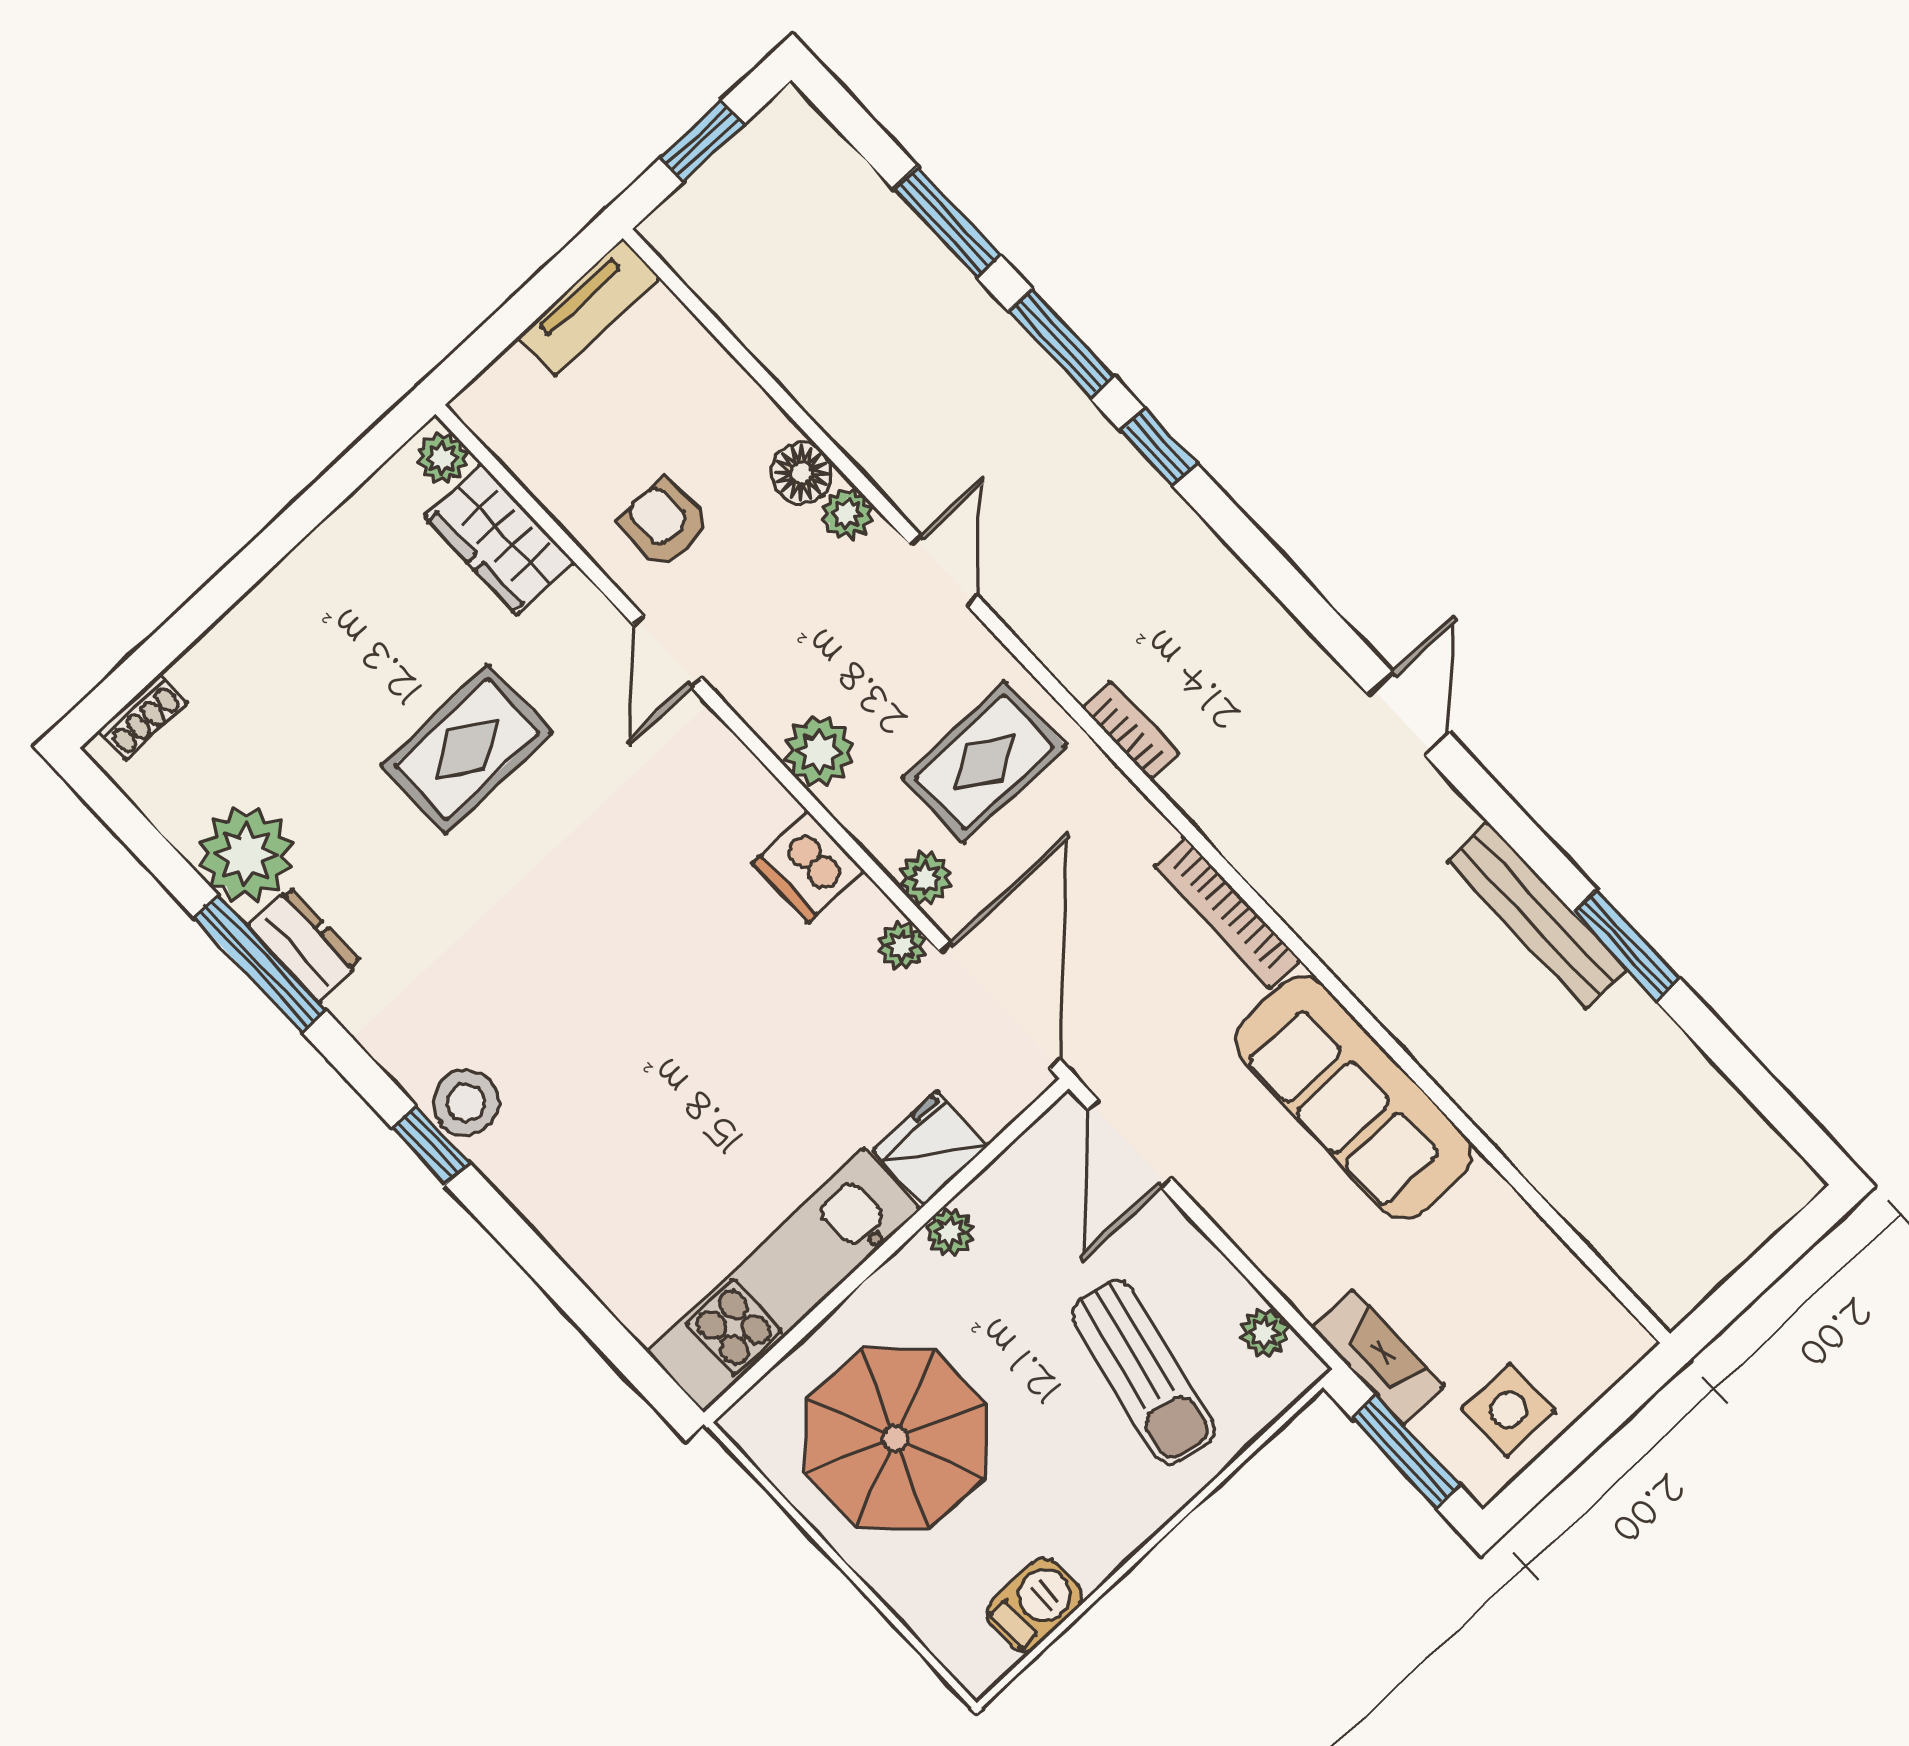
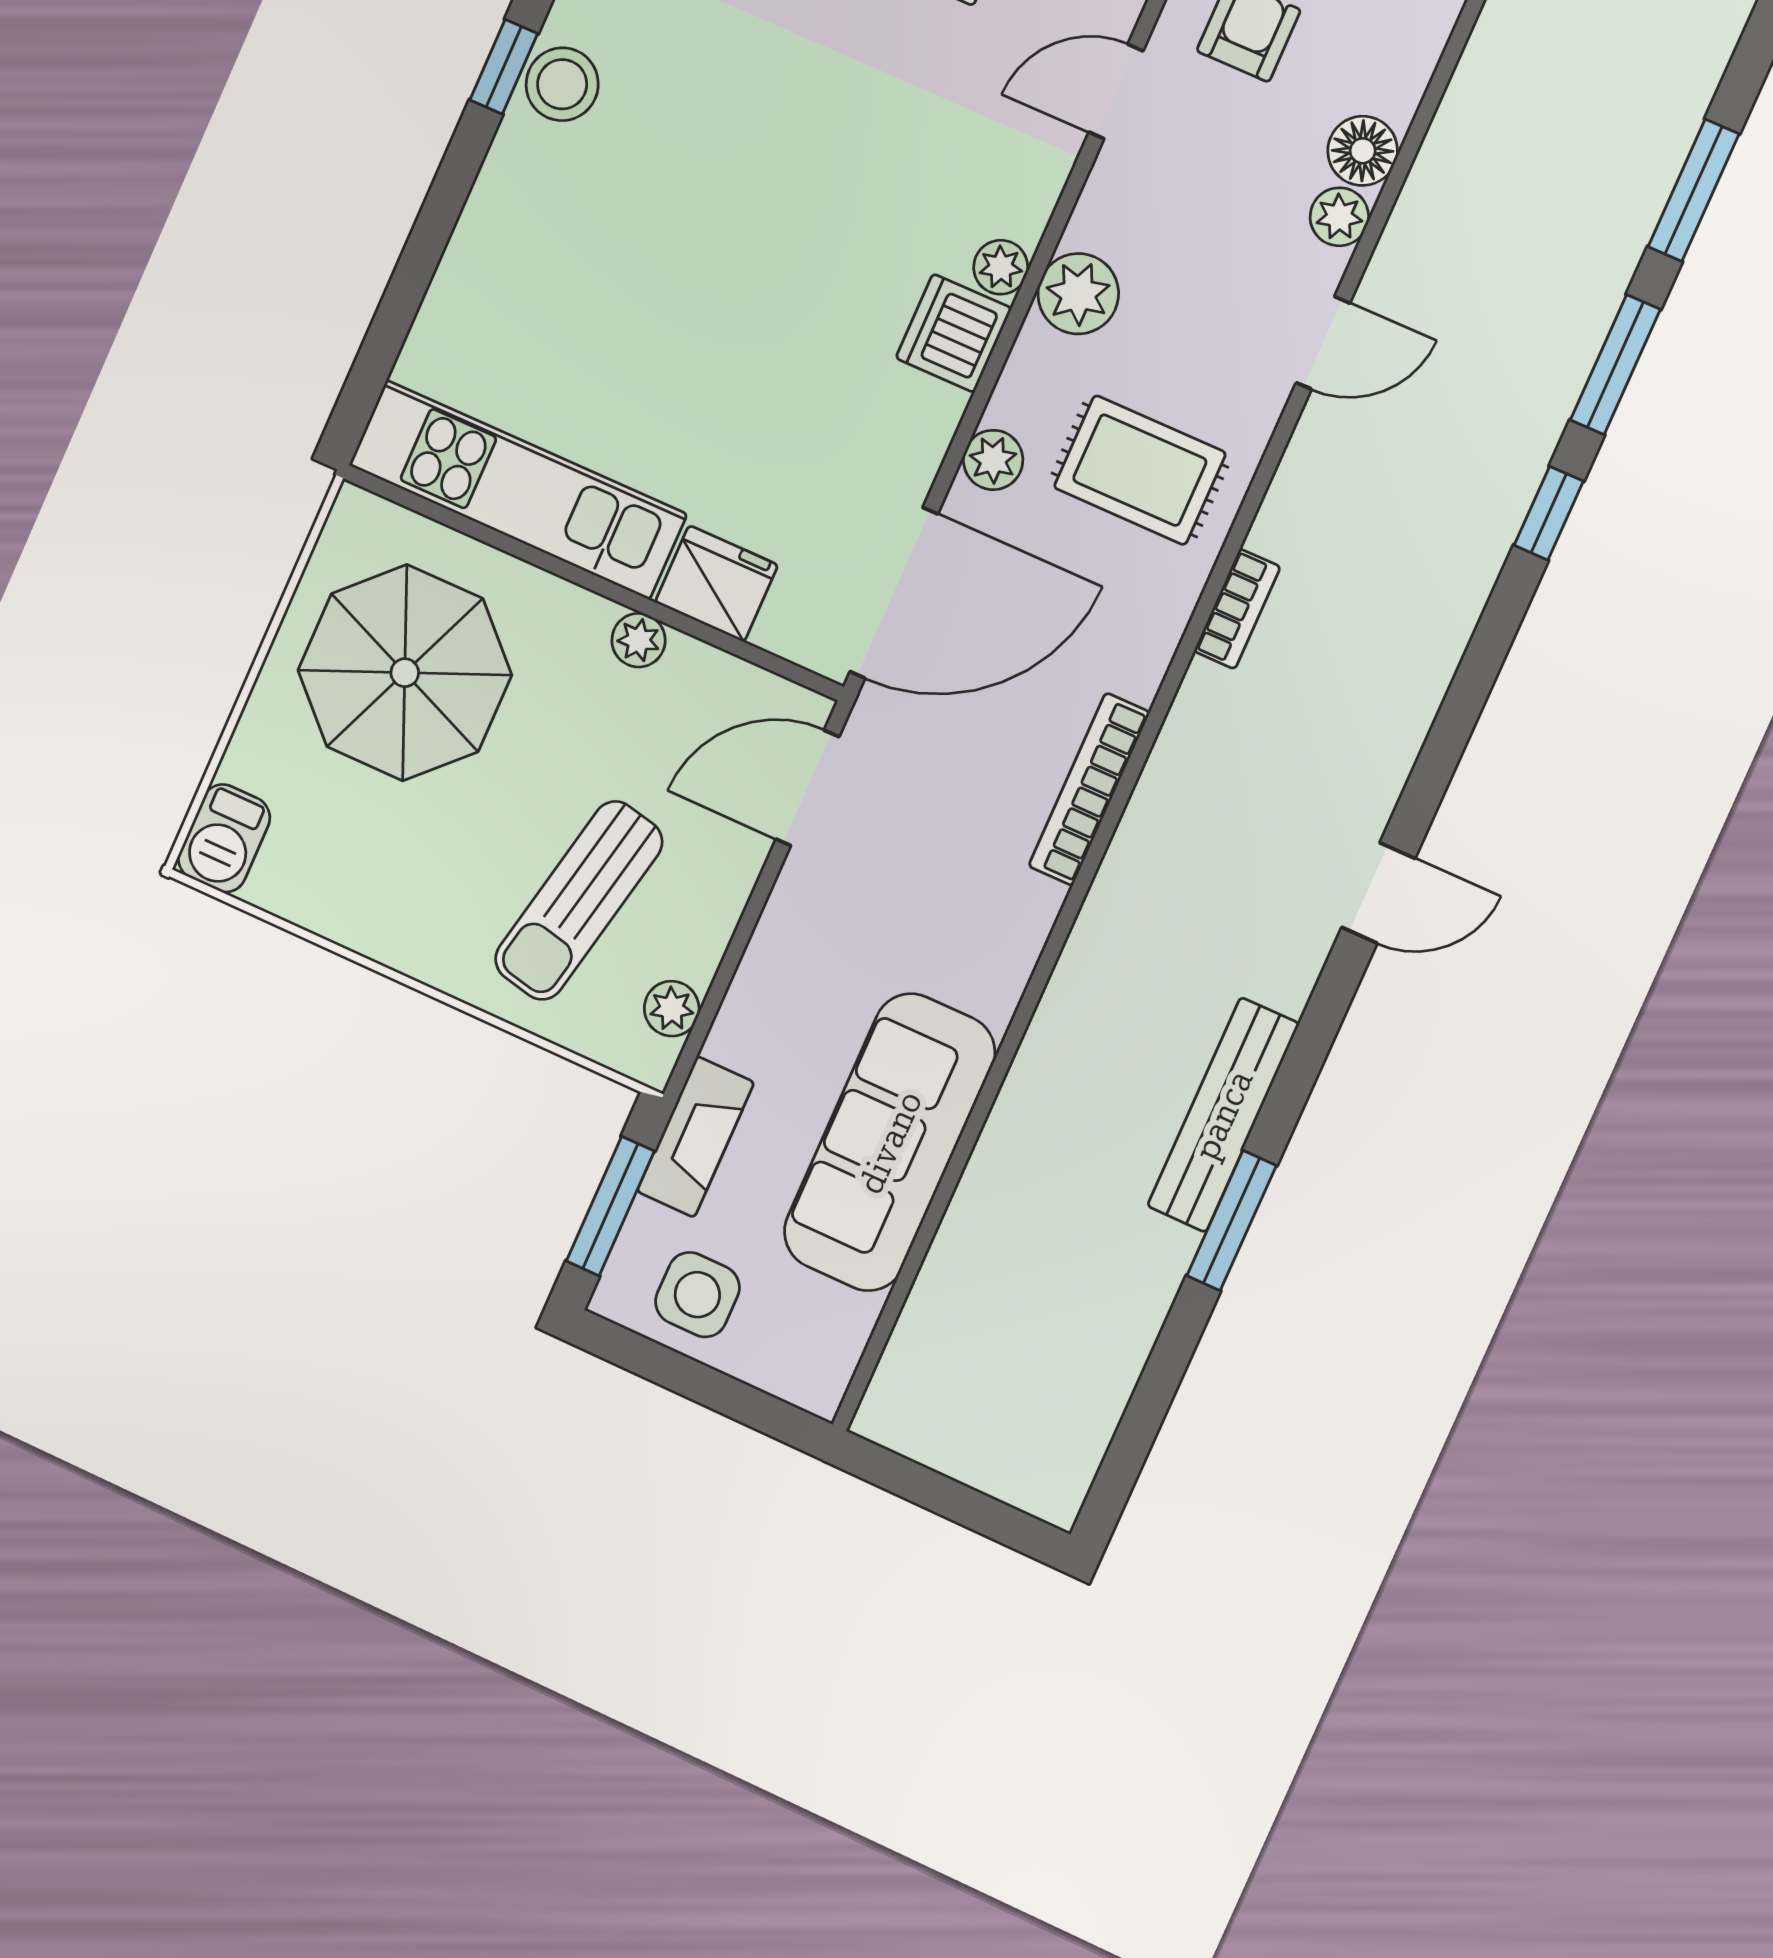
plant: (902, 946) -> (1001, 267), moved
sofa: (1353, 1098) -> (890, 1142), moved
barbecue: (1034, 1605) -> (224, 838), moved, turned 90

